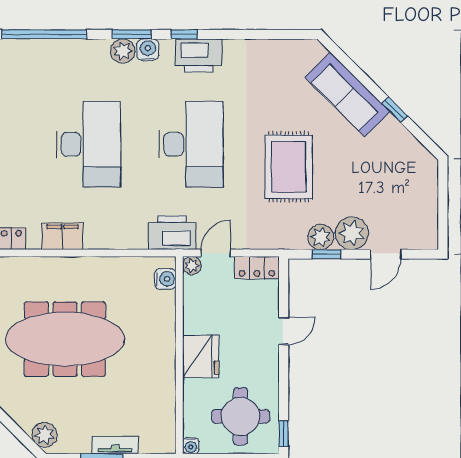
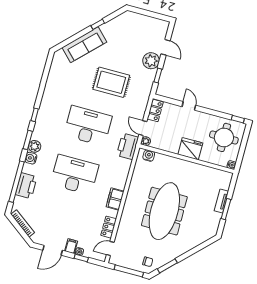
water cooler: (148, 50) -> (31, 158), moved
printer: (199, 55) -> (26, 186), moved
plant: (321, 237) -> (149, 76), removed
plant: (44, 435) -> (207, 233), removed

